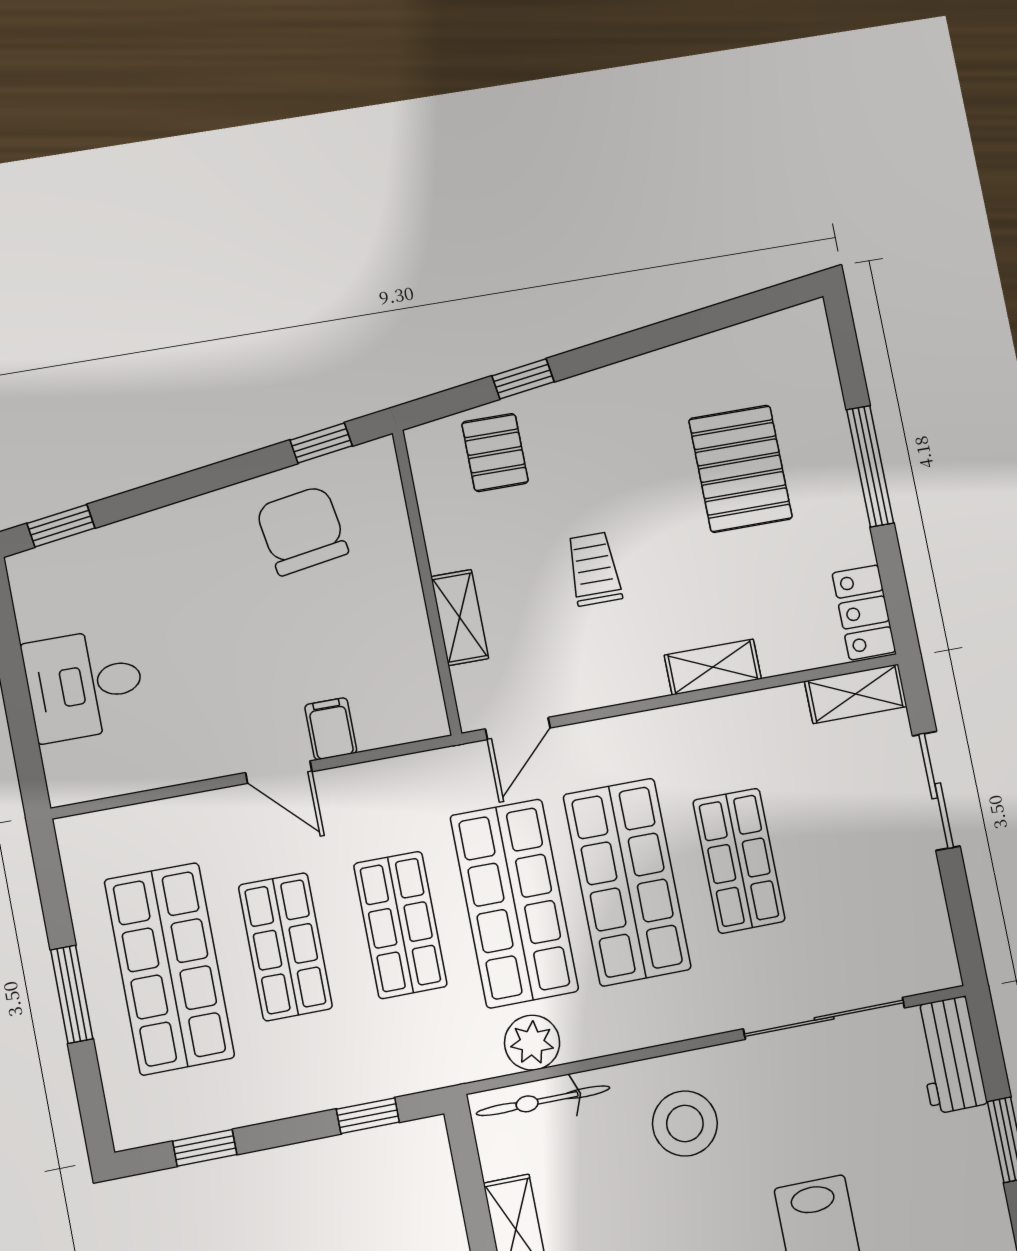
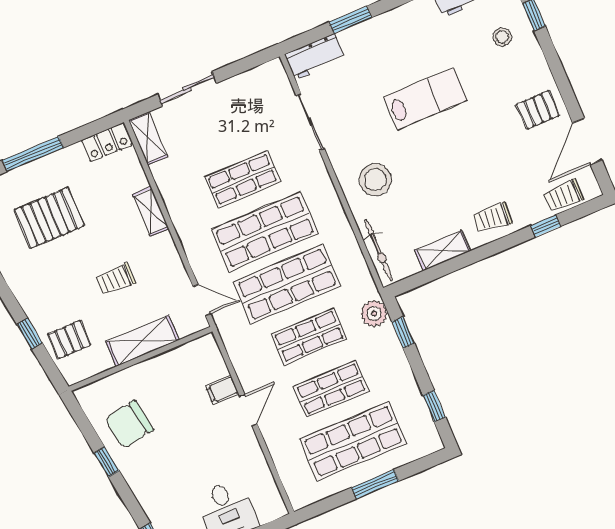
window: (321, 443) -> (107, 462), moved
shelving: (460, 618) -> (142, 341), width x1.50, depth x1.33
sliding door: (824, 1018) -> (310, 122), width x0.73
plant: (532, 1043) -> (374, 313), moved

